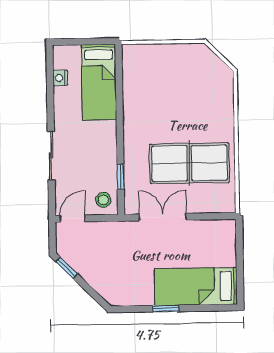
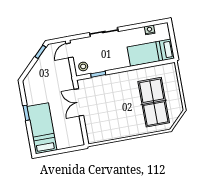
table tennis table: (189, 163) -> (154, 102), moved
double door: (163, 217) -> (79, 102), swing flipped
door: (72, 219) -> (69, 50), swing flipped

